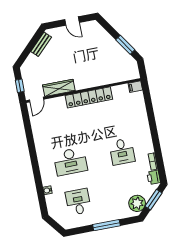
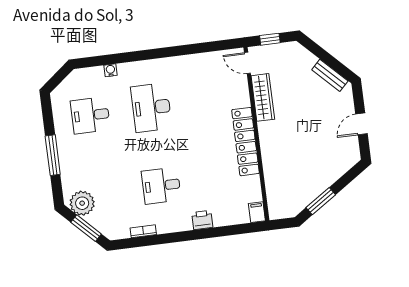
printer: (154, 177) -> (202, 220), moved
desk: (78, 202) -> (90, 115), turned 180

